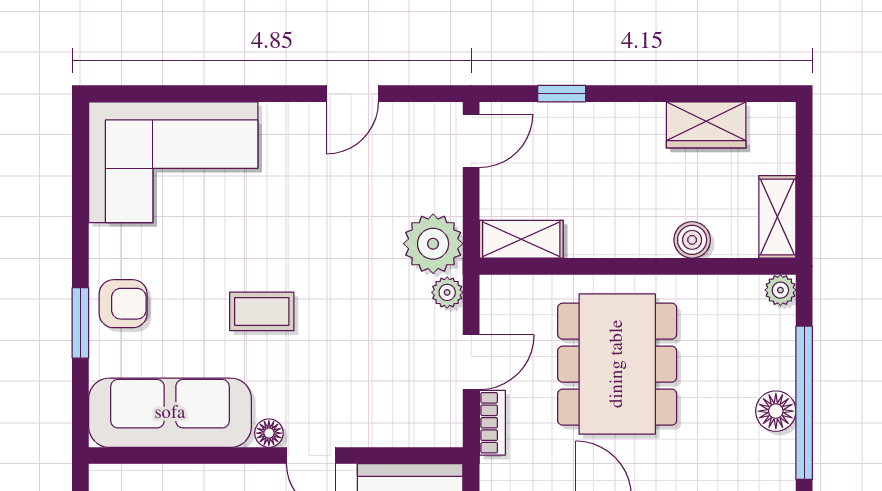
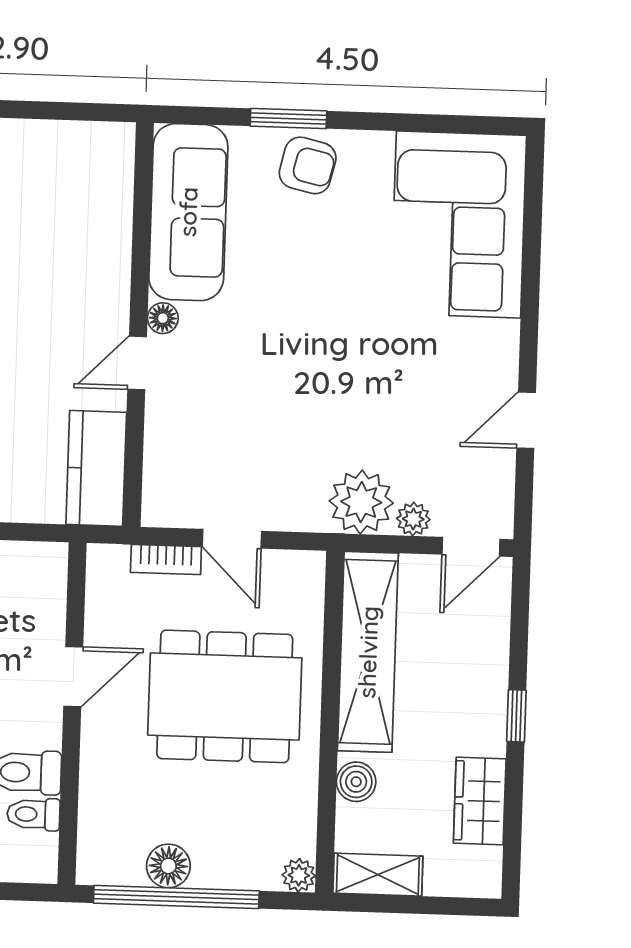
door: (352, 94) -> (526, 420), hinge flipped
window: (562, 94) -> (516, 716), moved
door: (471, 141) -> (471, 547), hinge flipped
shelving: (521, 239) -> (368, 652), width x2.20, depth x1.33
plant: (447, 292) -> (413, 519), moved
armchair: (123, 304) -> (308, 165), turned -77
coffee table: (262, 311) -> (294, 315), removed

